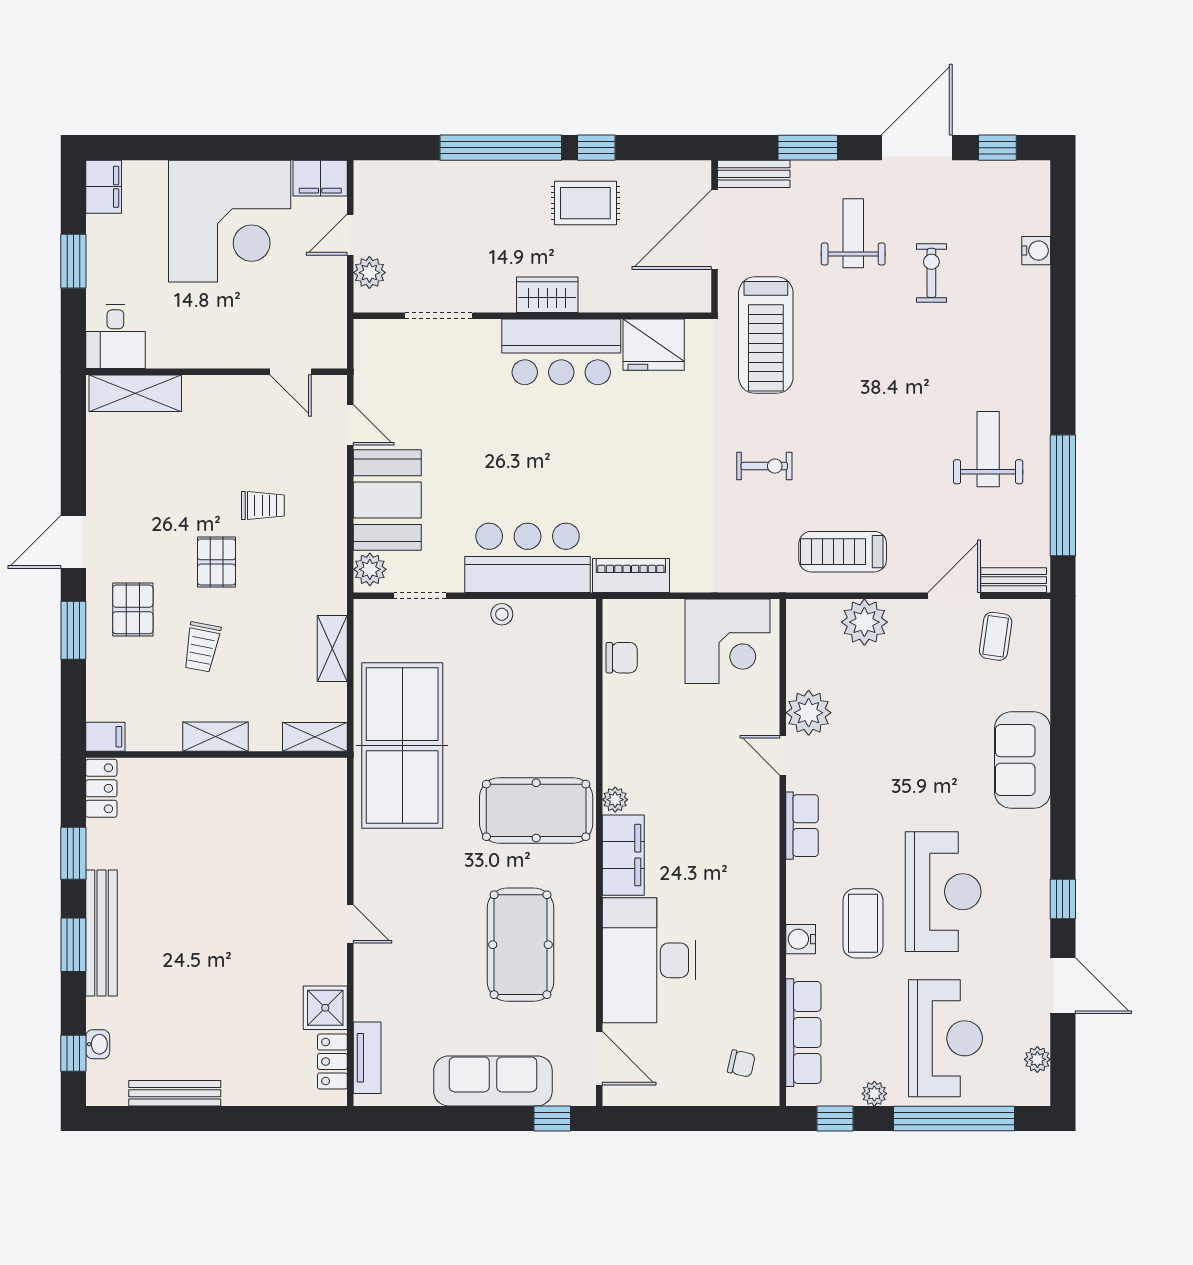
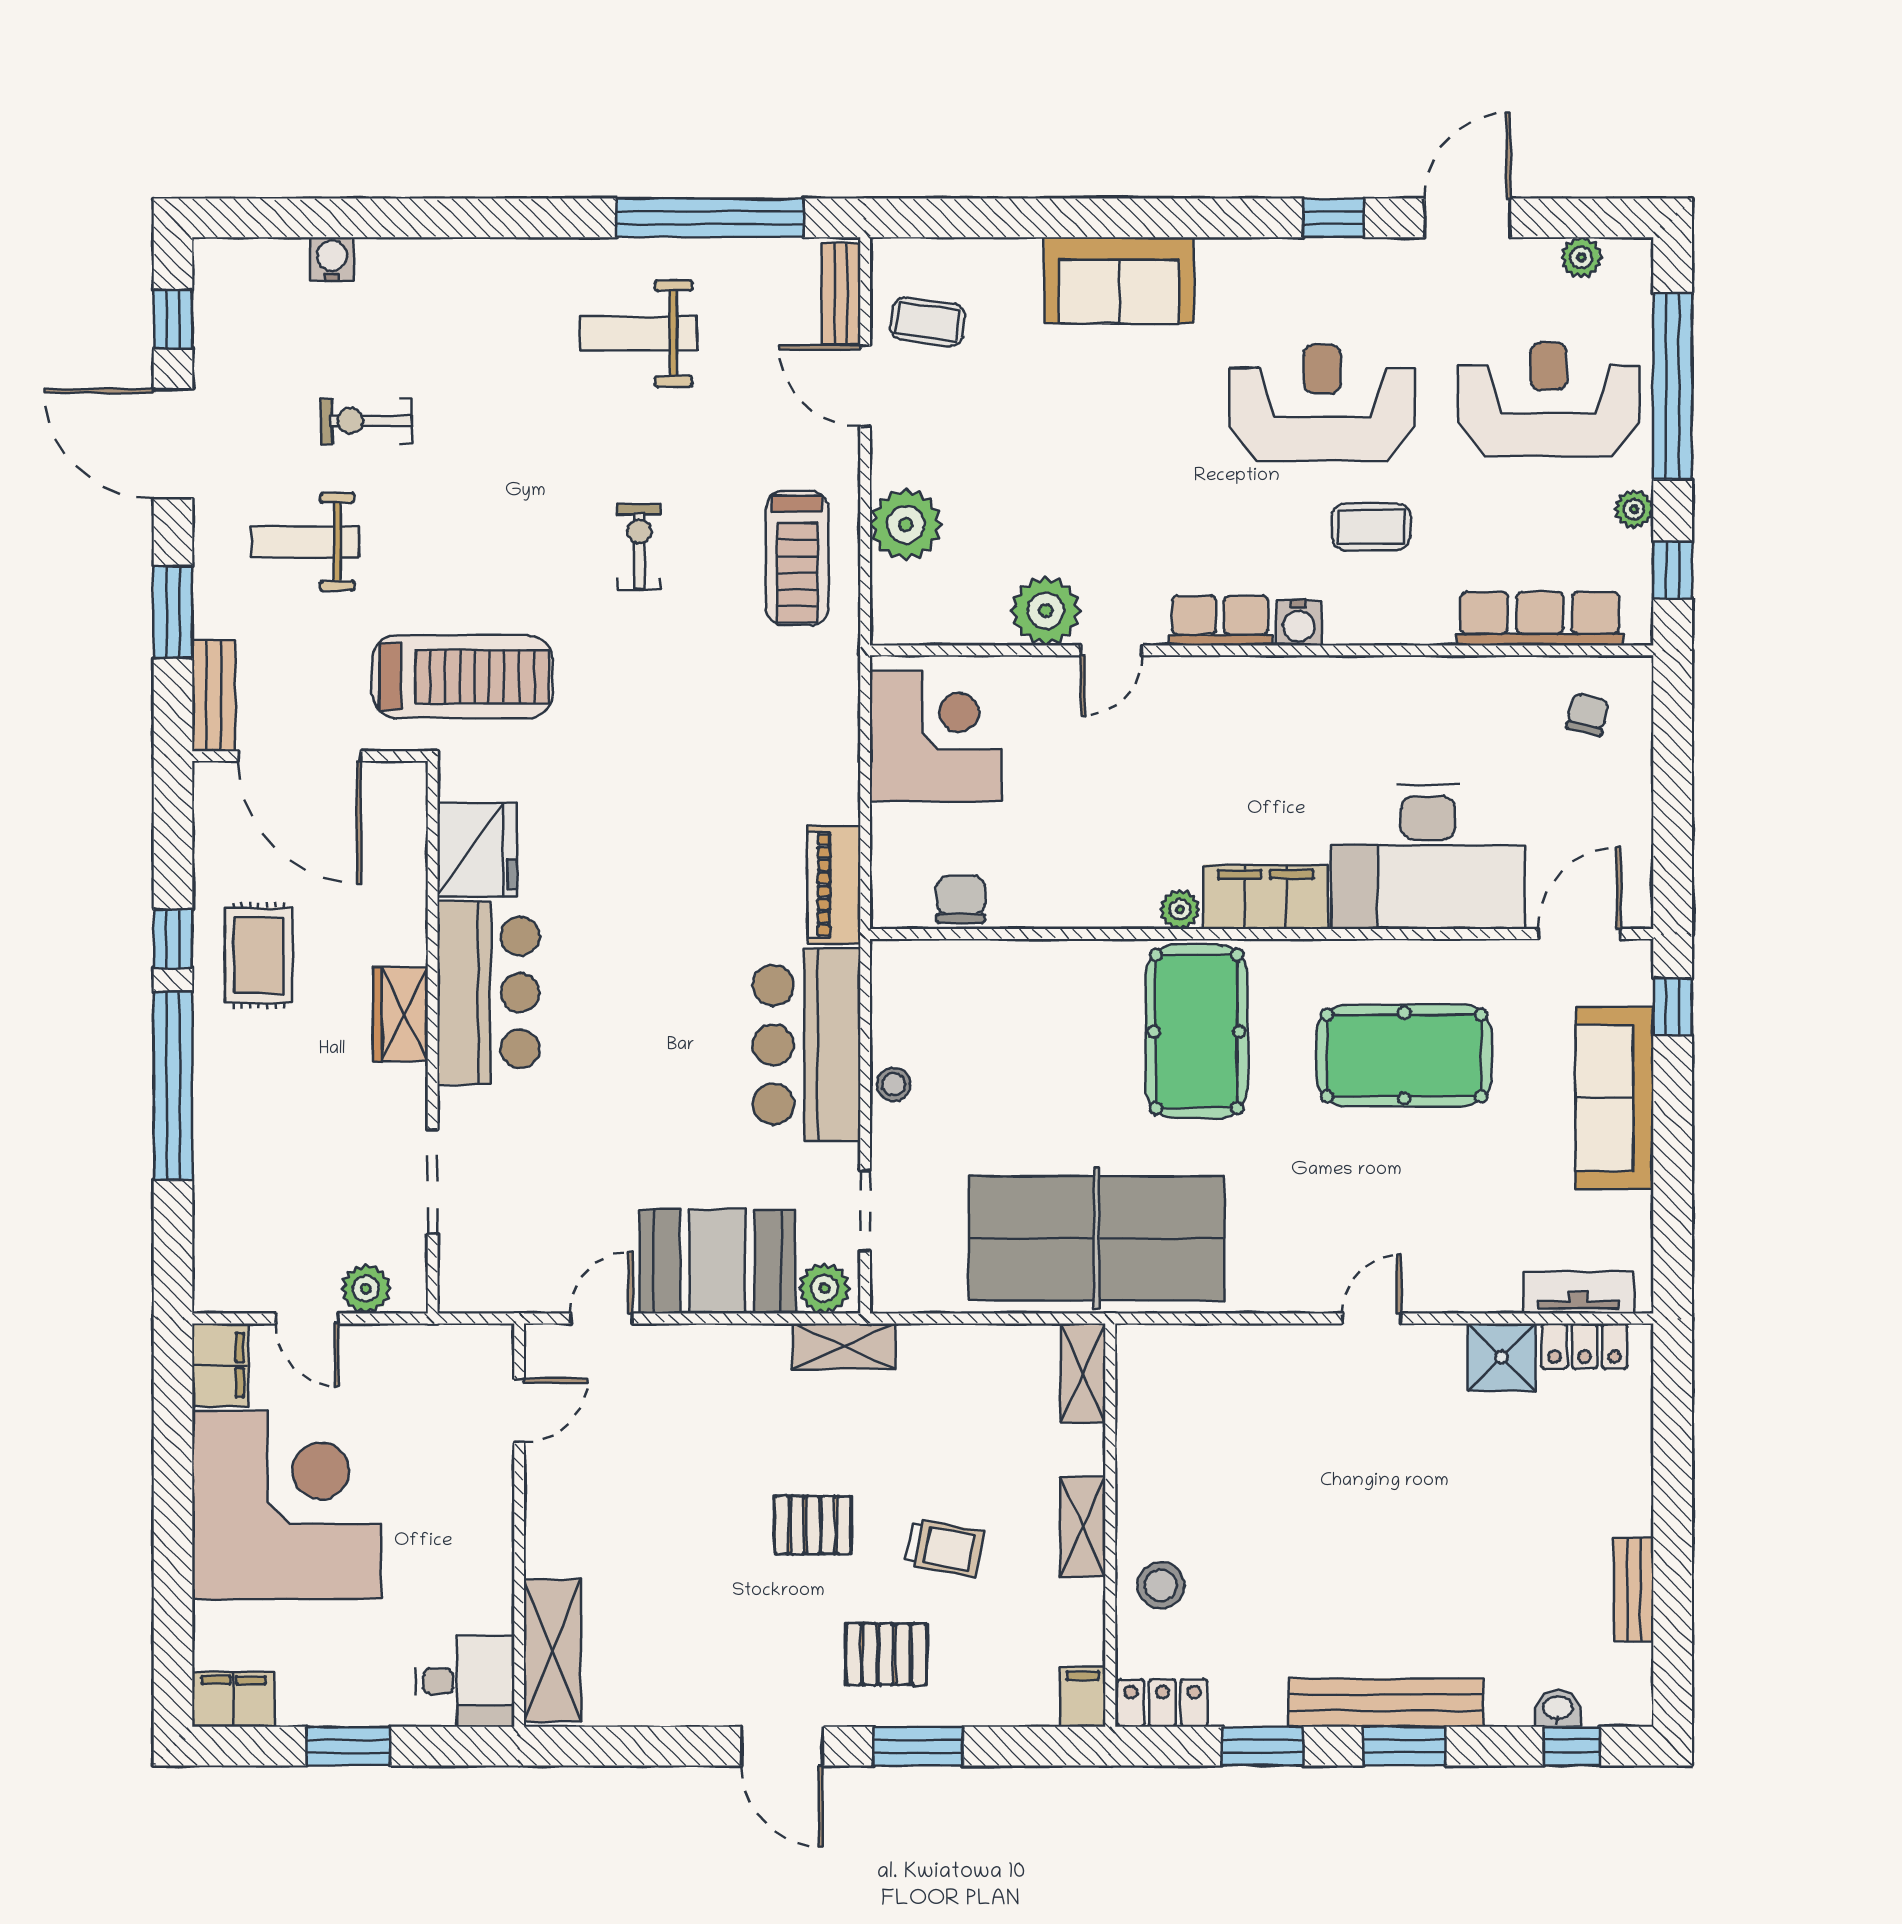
exercise bike: (764, 466) -> (639, 547), moved
trolley: (263, 506) -> (726, 1453), removed
shelving: (332, 649) -> (844, 1346), moved
stool: (177, 787) -> (1161, 1585), added
coffee table: (863, 923) -> (1371, 527), width x0.73, depth x0.77
water cooler: (801, 939) -> (1299, 623), moved
bench: (175, 1093) -> (1633, 1590), width x0.73

